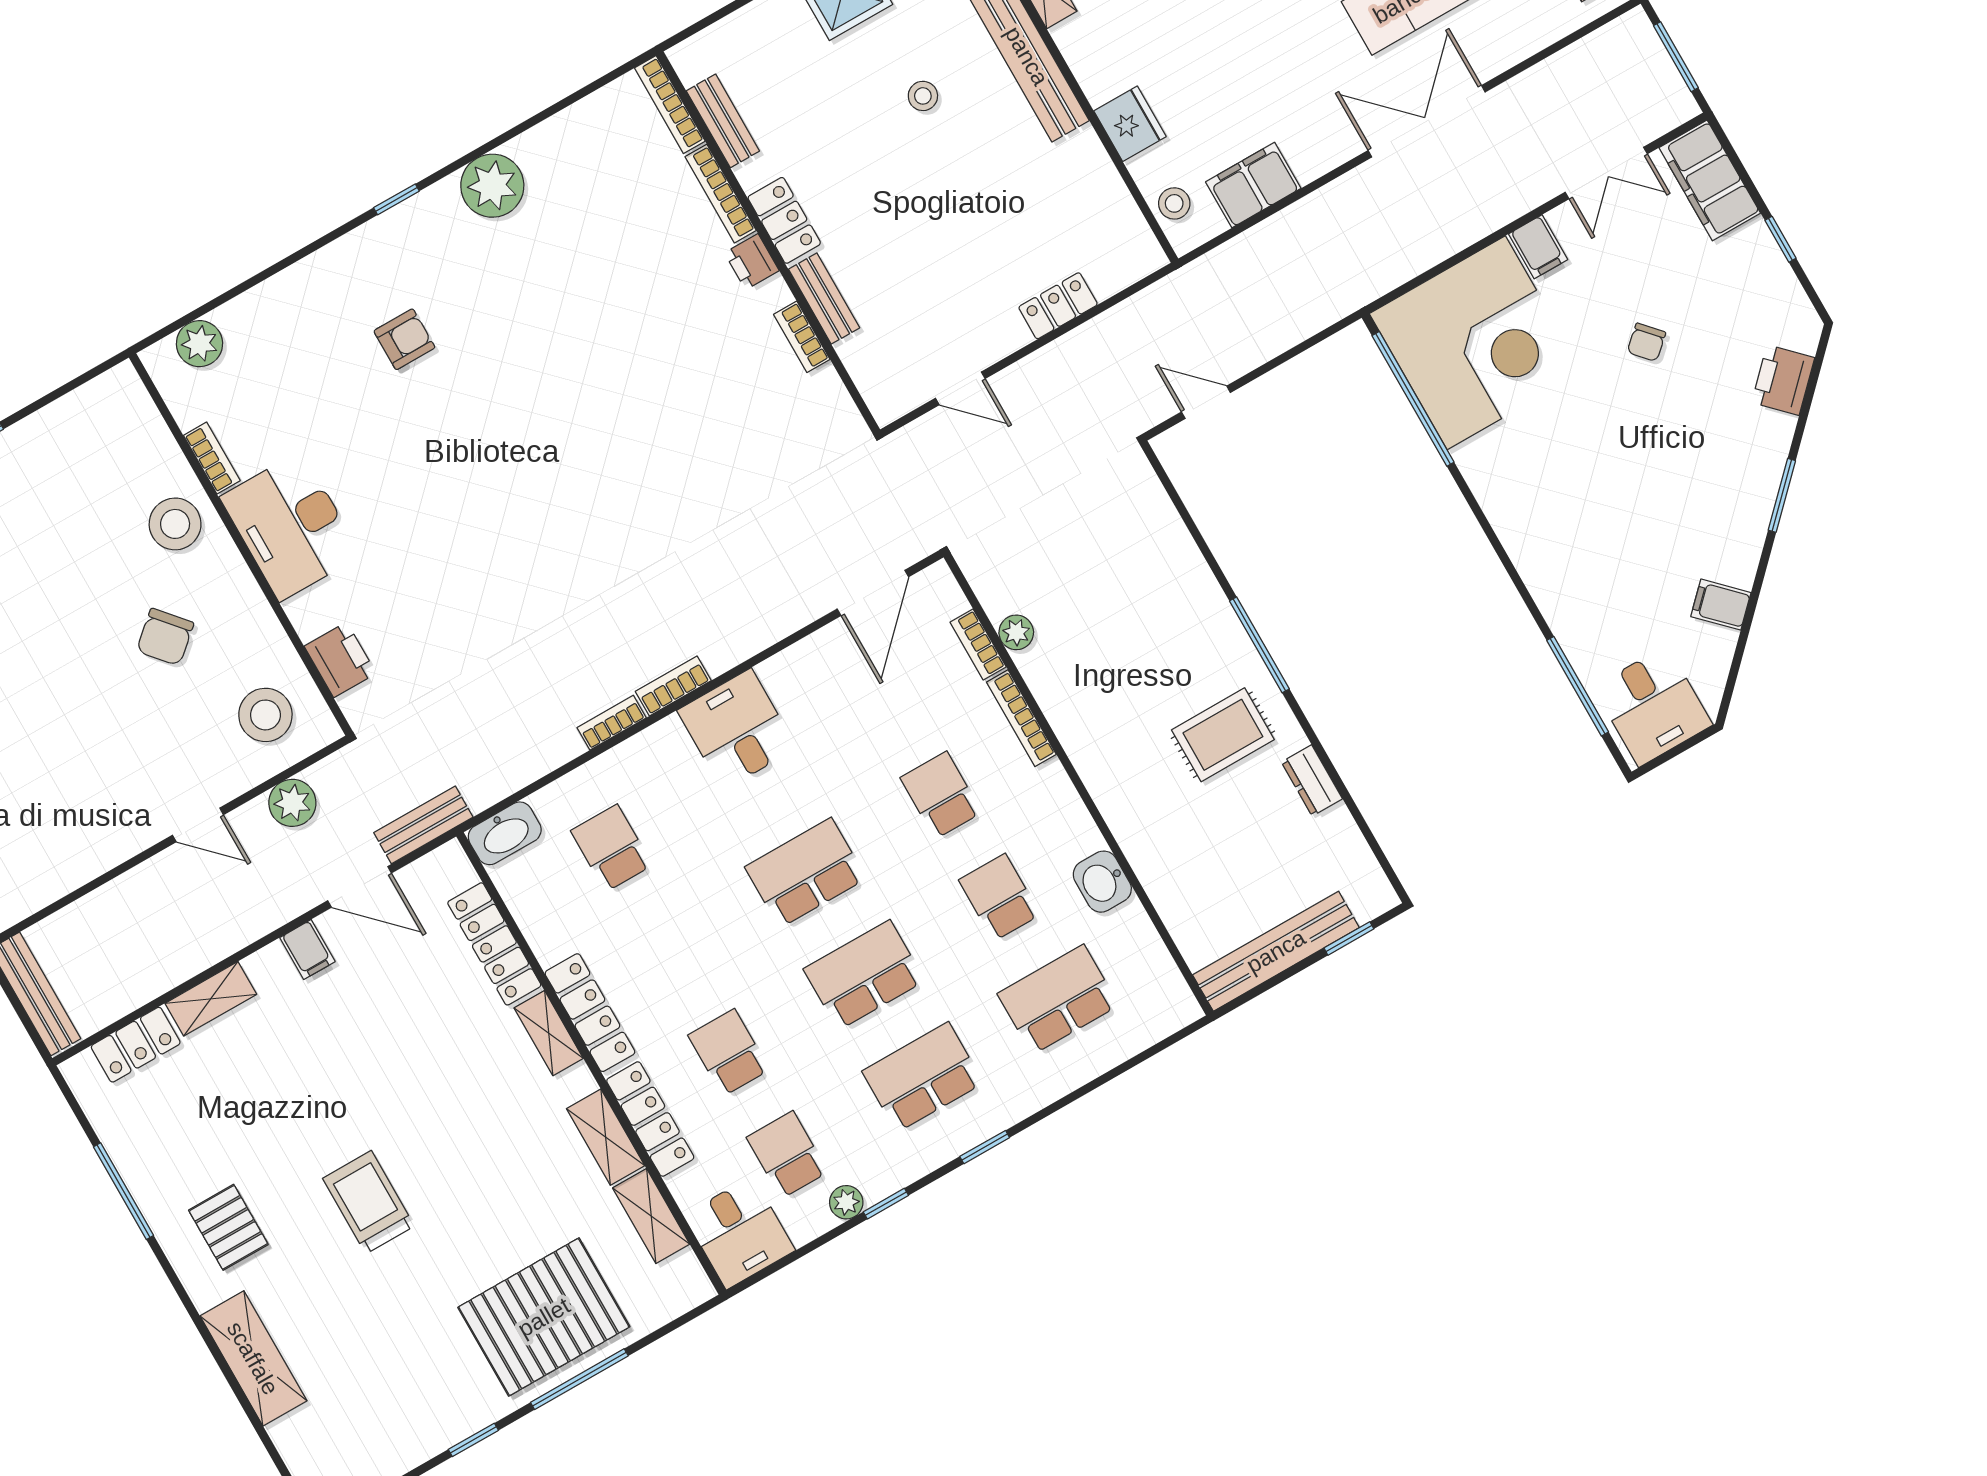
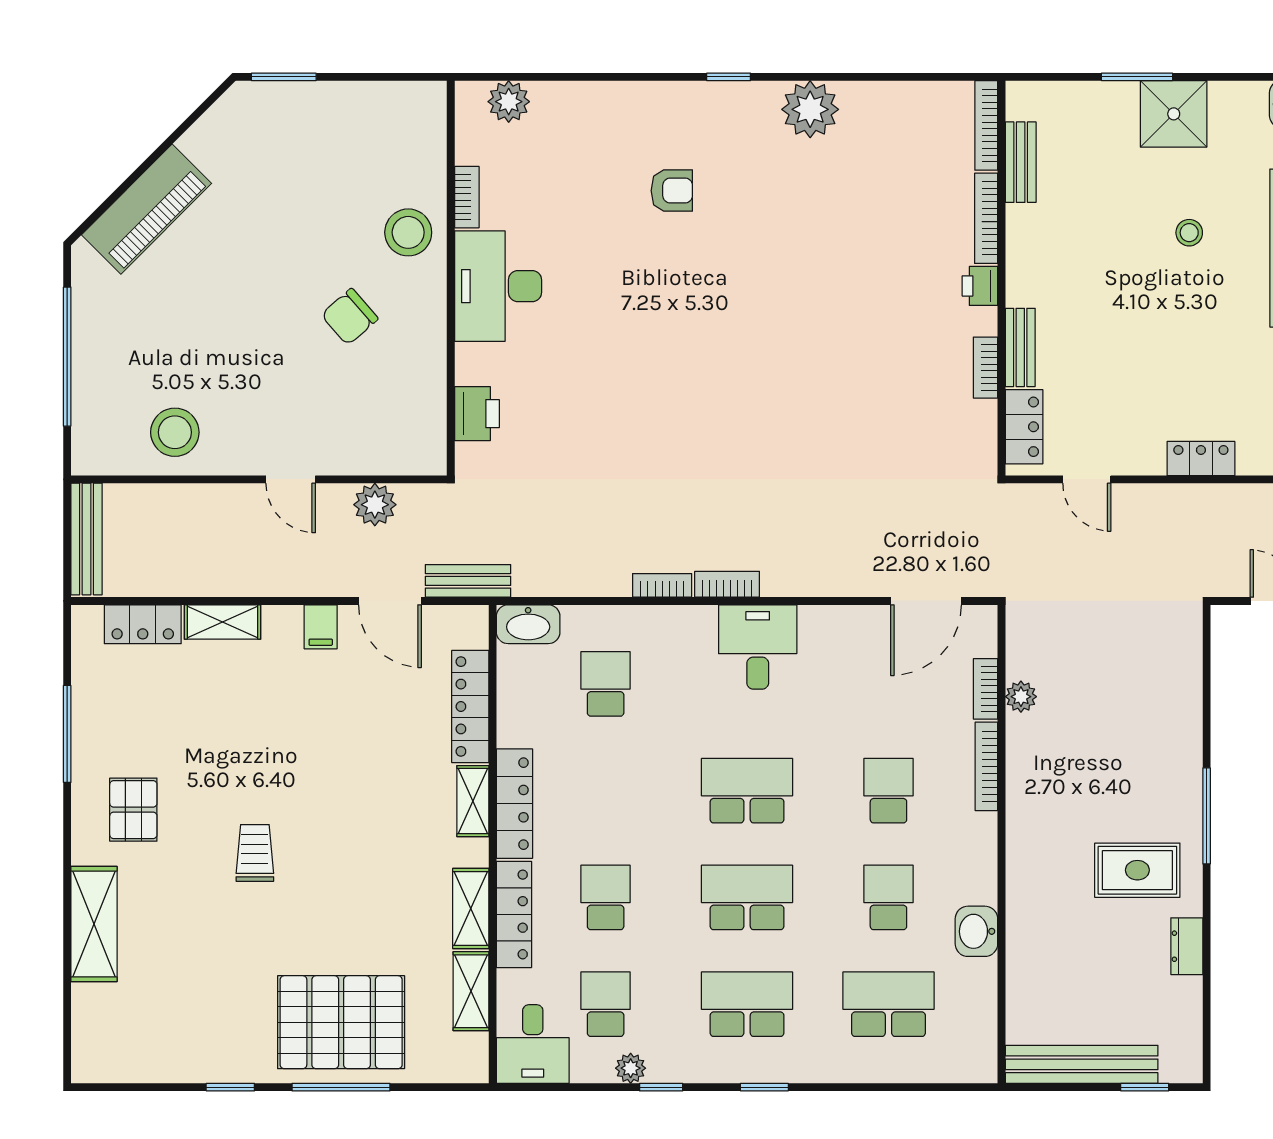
locker: (784, 220) -> (1024, 427), moved
stool: (265, 715) -> (175, 432), moved
trolley: (369, 1202) -> (255, 853), width x0.73, depth x0.72

